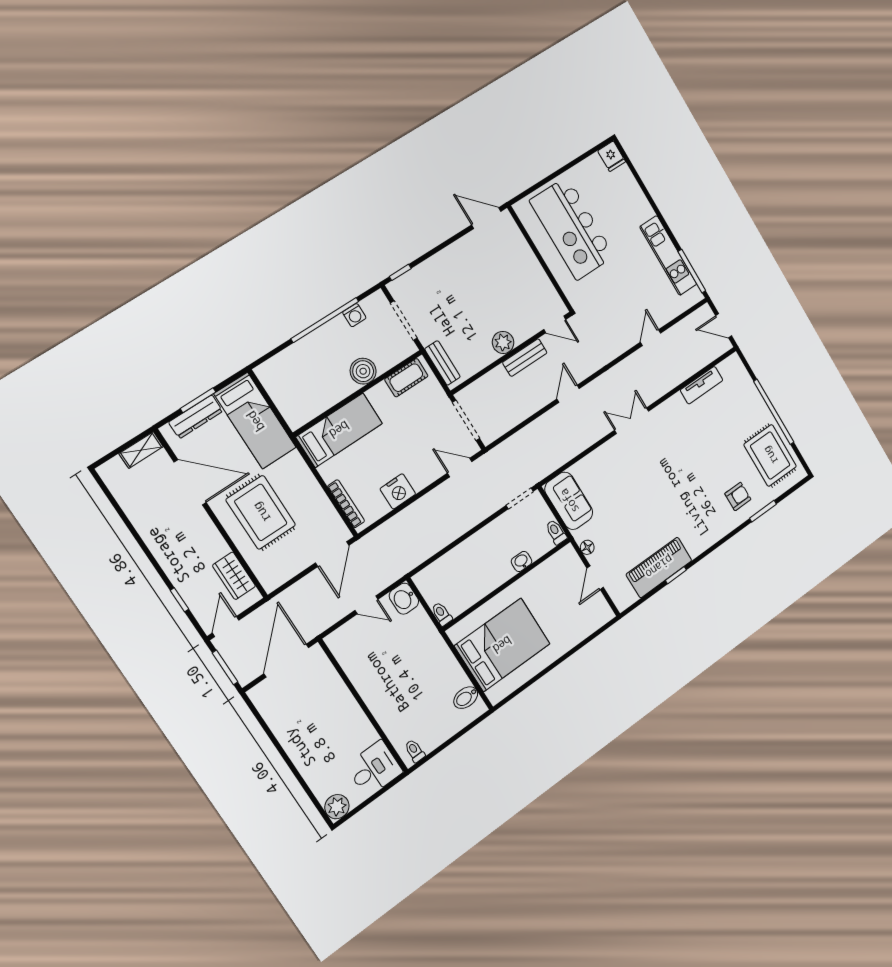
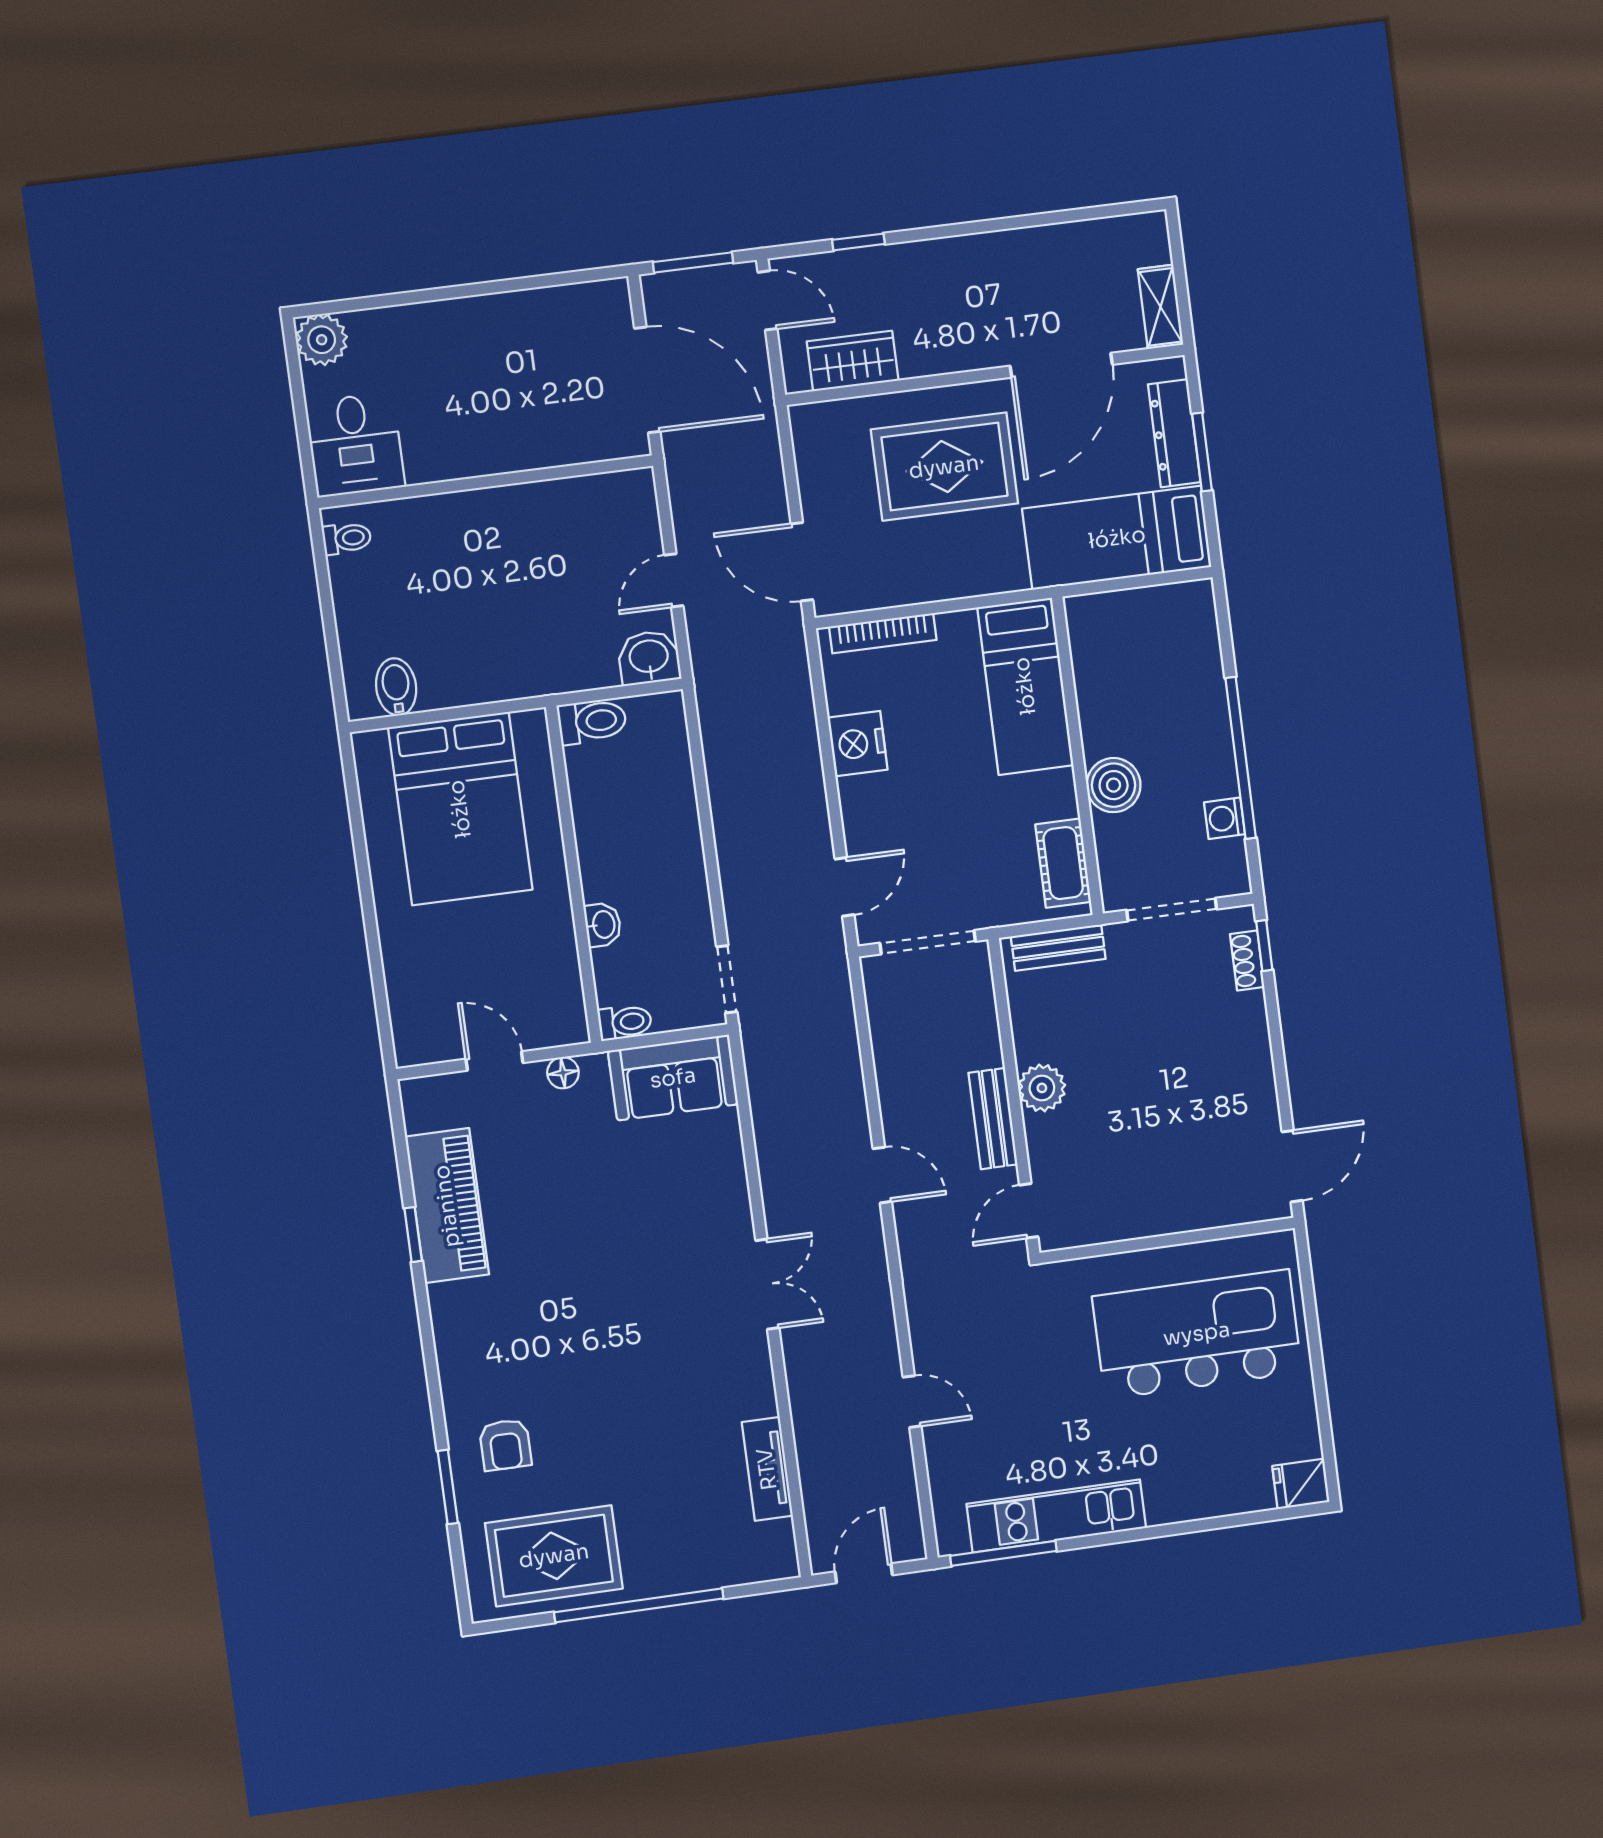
shoe rack: (410, 277) -> (1247, 961), added
toilet: (442, 614) -> (592, 721), width x1.37, depth x1.39

